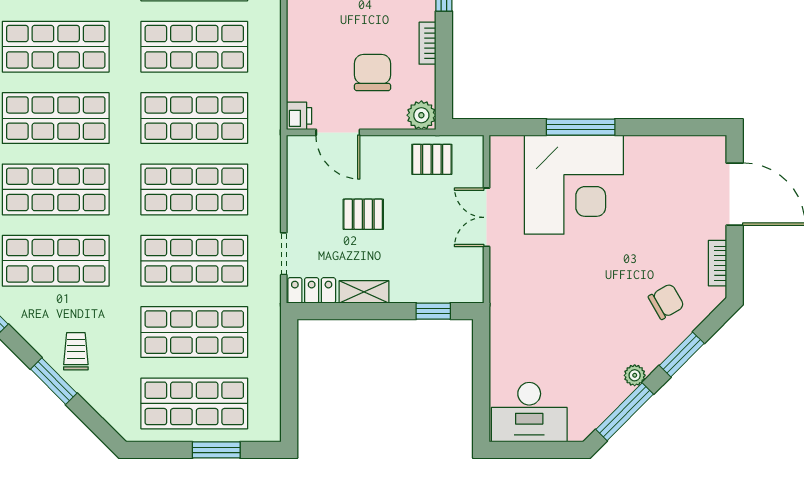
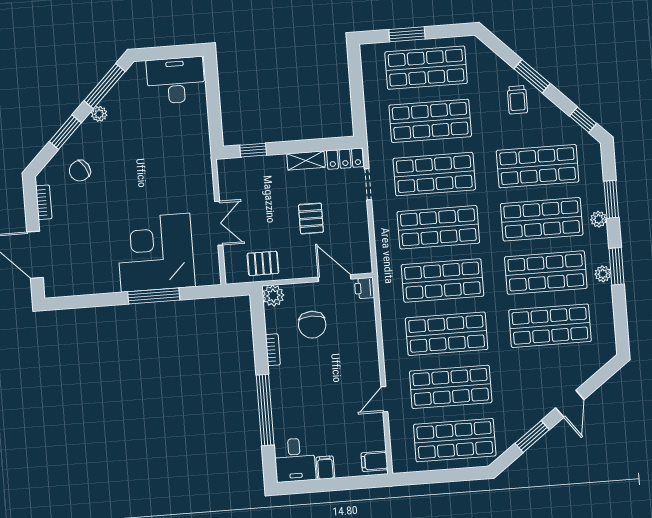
pallet: (363, 214) -> (311, 218), turned 90

